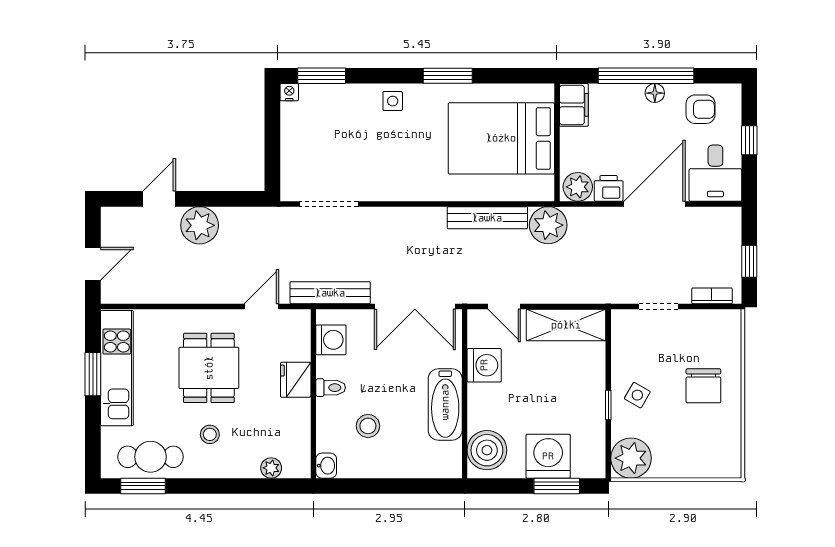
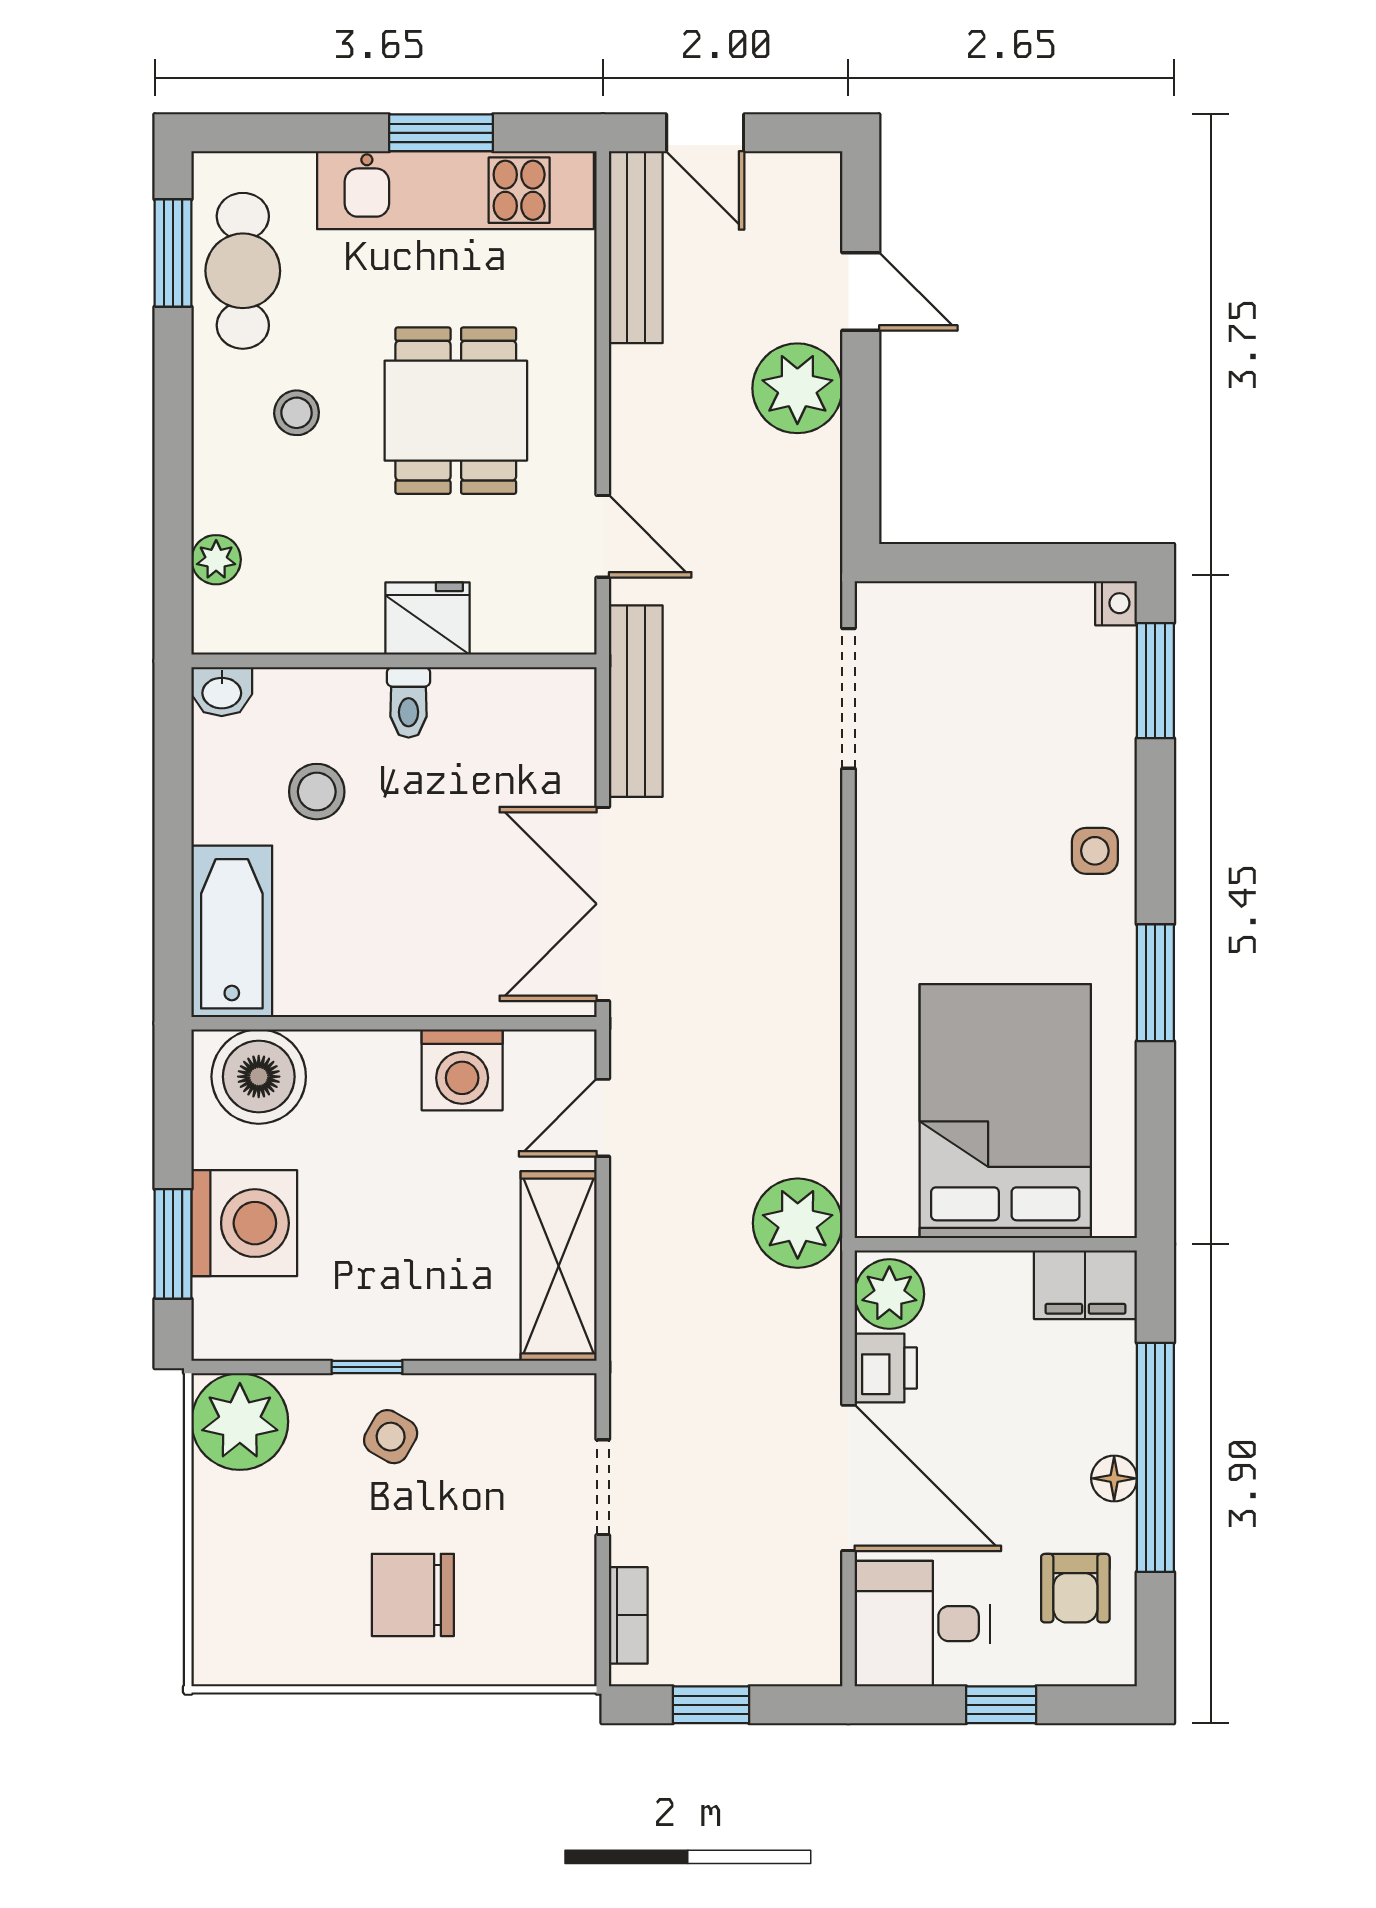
bench: (487, 218) -> (636, 247), moved
washing machine: (331, 340) -> (523, 703), removed
dining table: (209, 368) -> (456, 411), turned 90
bathtub: (445, 405) -> (232, 931), moved, turned 90

